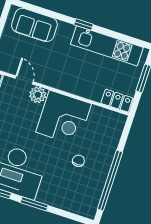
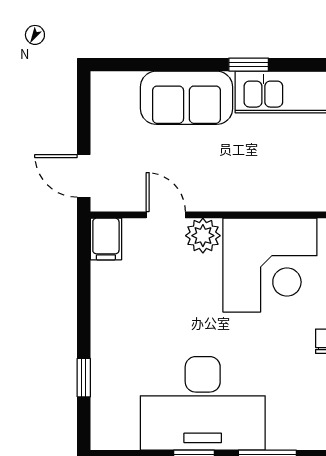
sofa: (34, 25) -> (186, 98), moved

